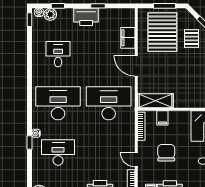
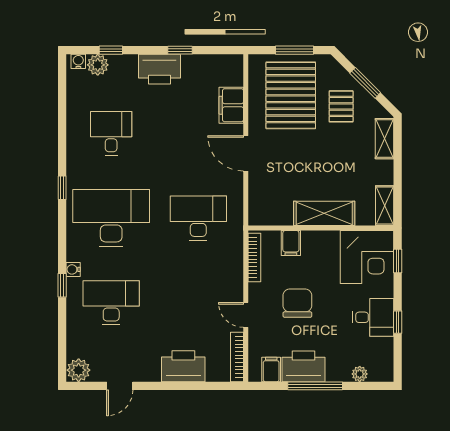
window: (29, 20) -> (62, 188), moved
shelving: (155, 101) -> (324, 213), moved
desk: (109, 103) -> (198, 218), width x0.73, depth x0.77

